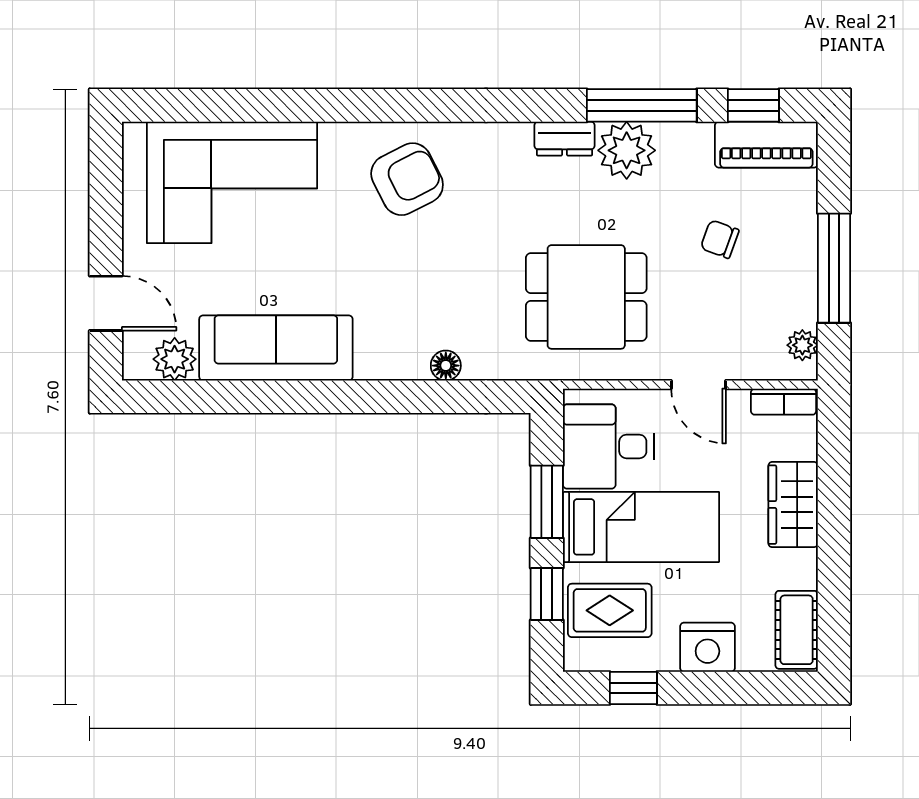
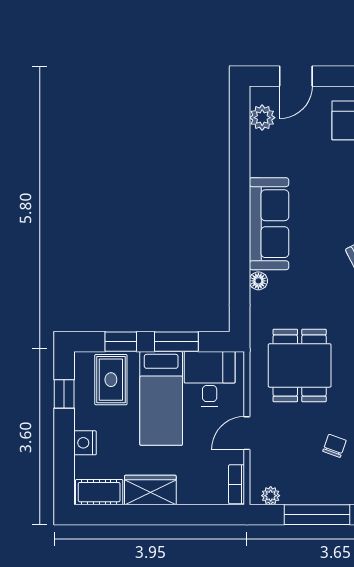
sofa: (276, 348) -> (269, 224), moved
wardrobe: (793, 505) -> (150, 490), moved
nightstand: (707, 647) -> (85, 443), width x0.74, depth x0.75

